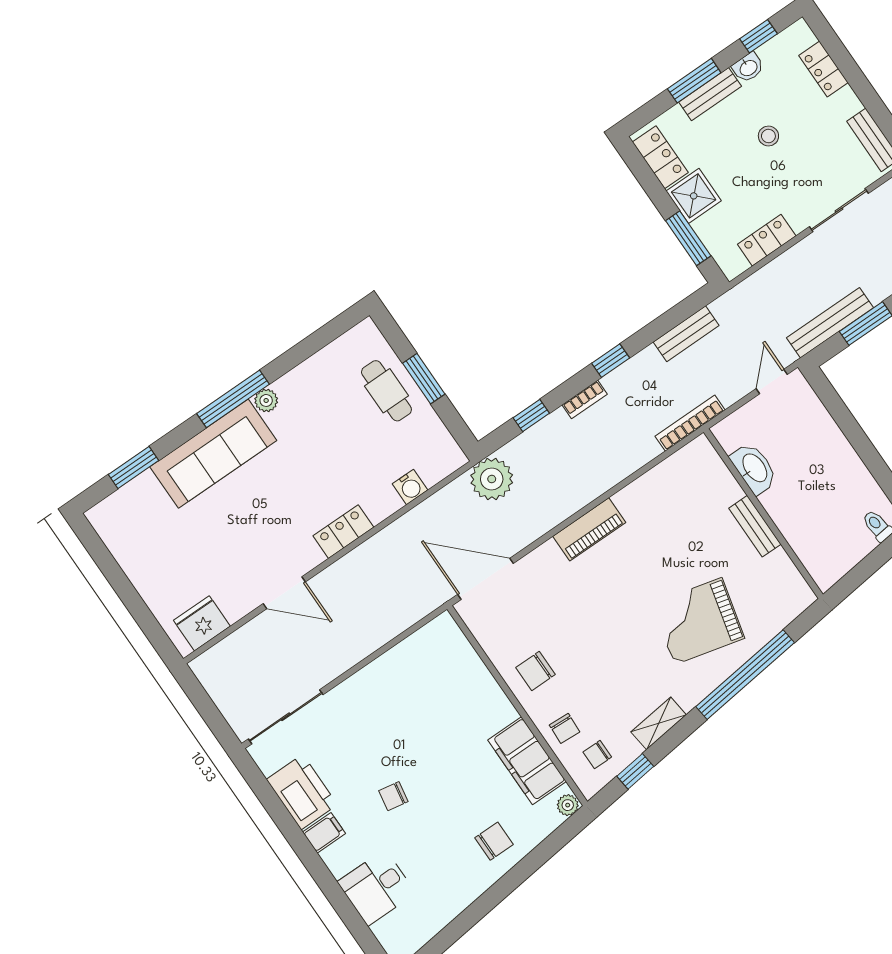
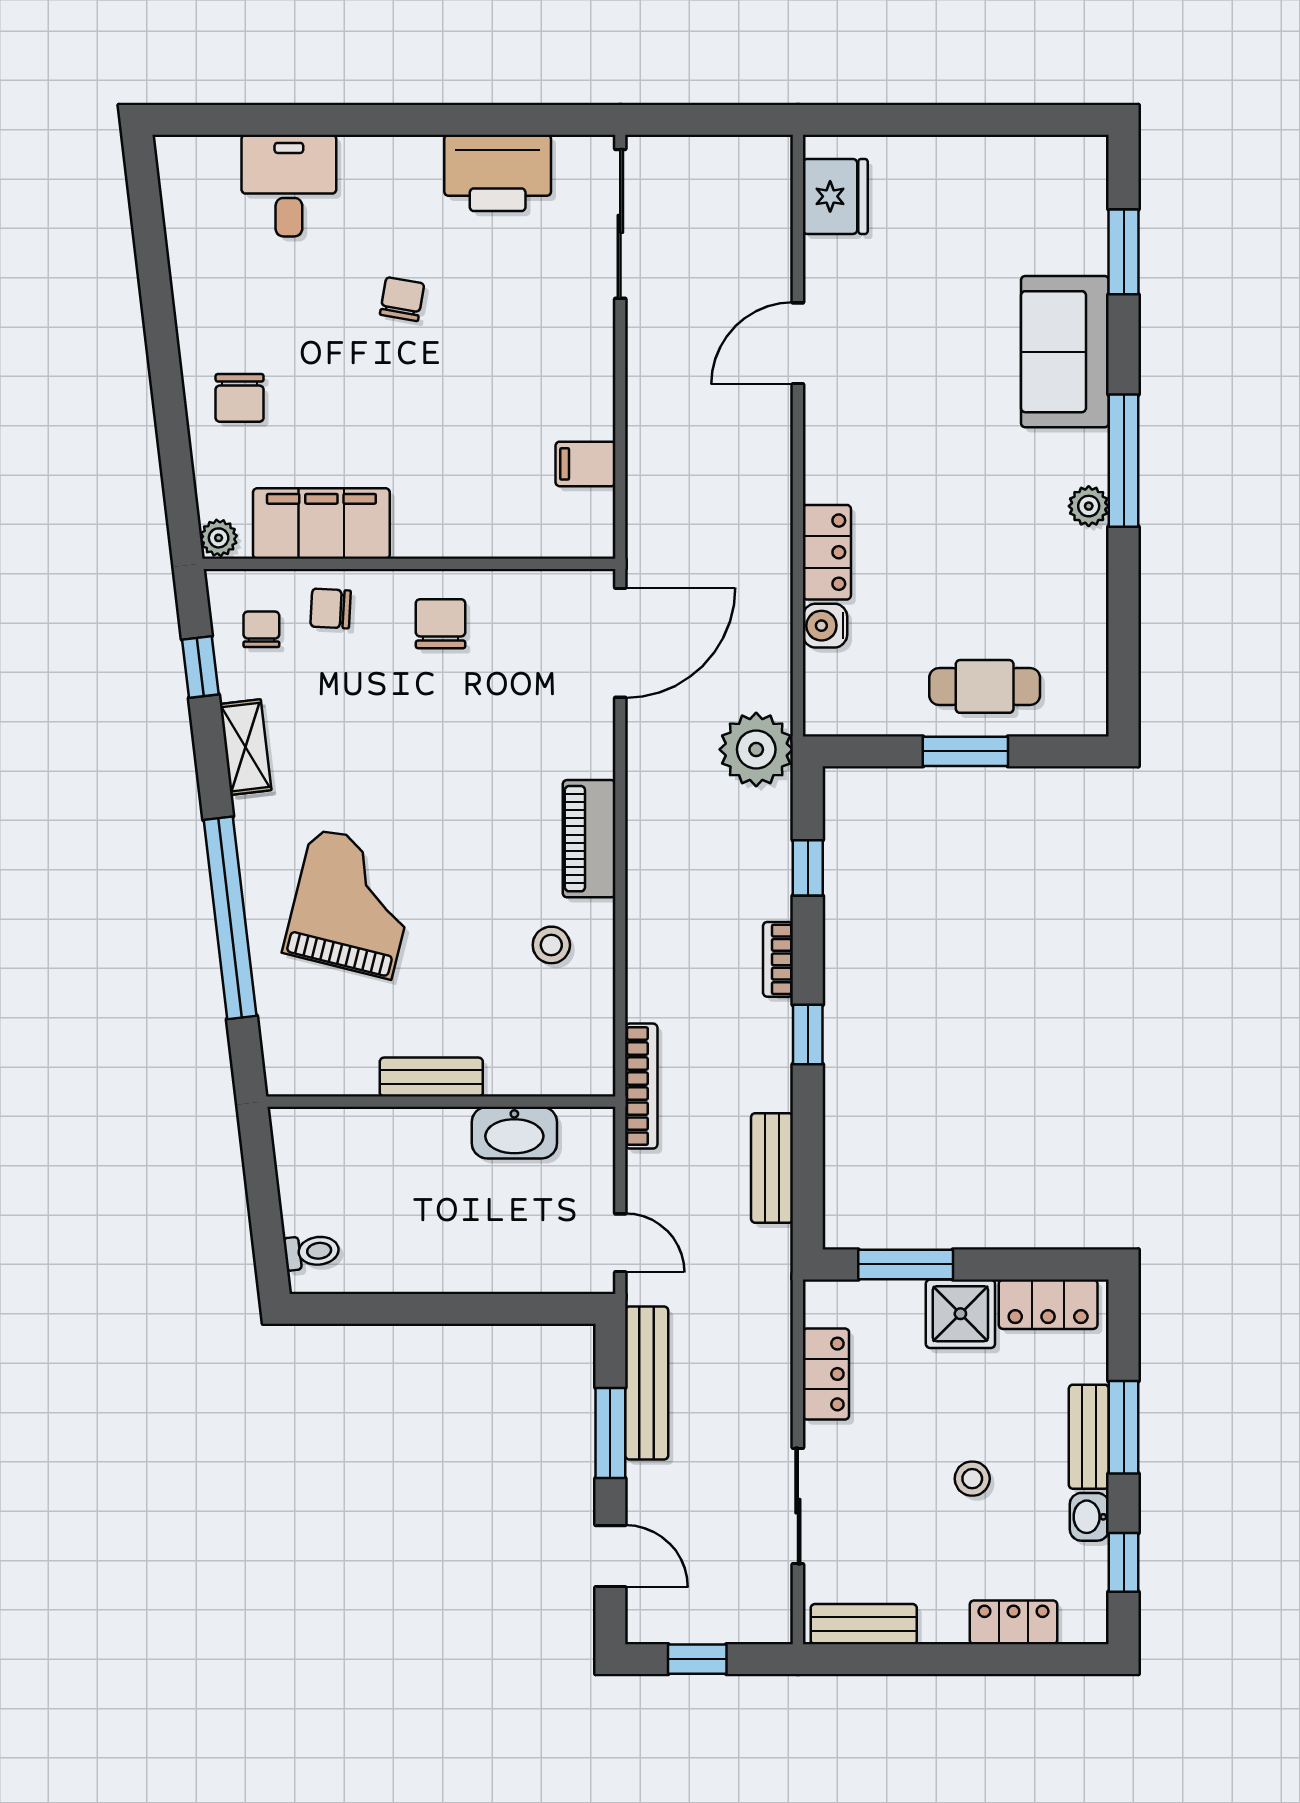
sofa: (213, 454) -> (1065, 352), width x0.73
stool: (652, 512) -> (551, 945), added
locker: (343, 532) -> (827, 552), moved
filing cabinet: (324, 833) -> (586, 464), moved, turned 90

